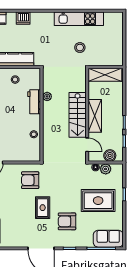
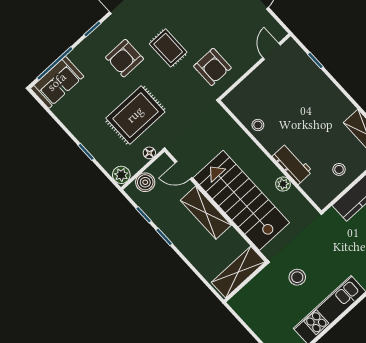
stairs: (78, 115) -> (241, 200), width x1.36, depth x1.51
plant: (106, 169) -> (121, 175), moved
armchair: (30, 180) -> (212, 67), turned 90
rug: (98, 201) -> (135, 115), moved
armchair: (67, 221) -> (125, 58), turned 180

